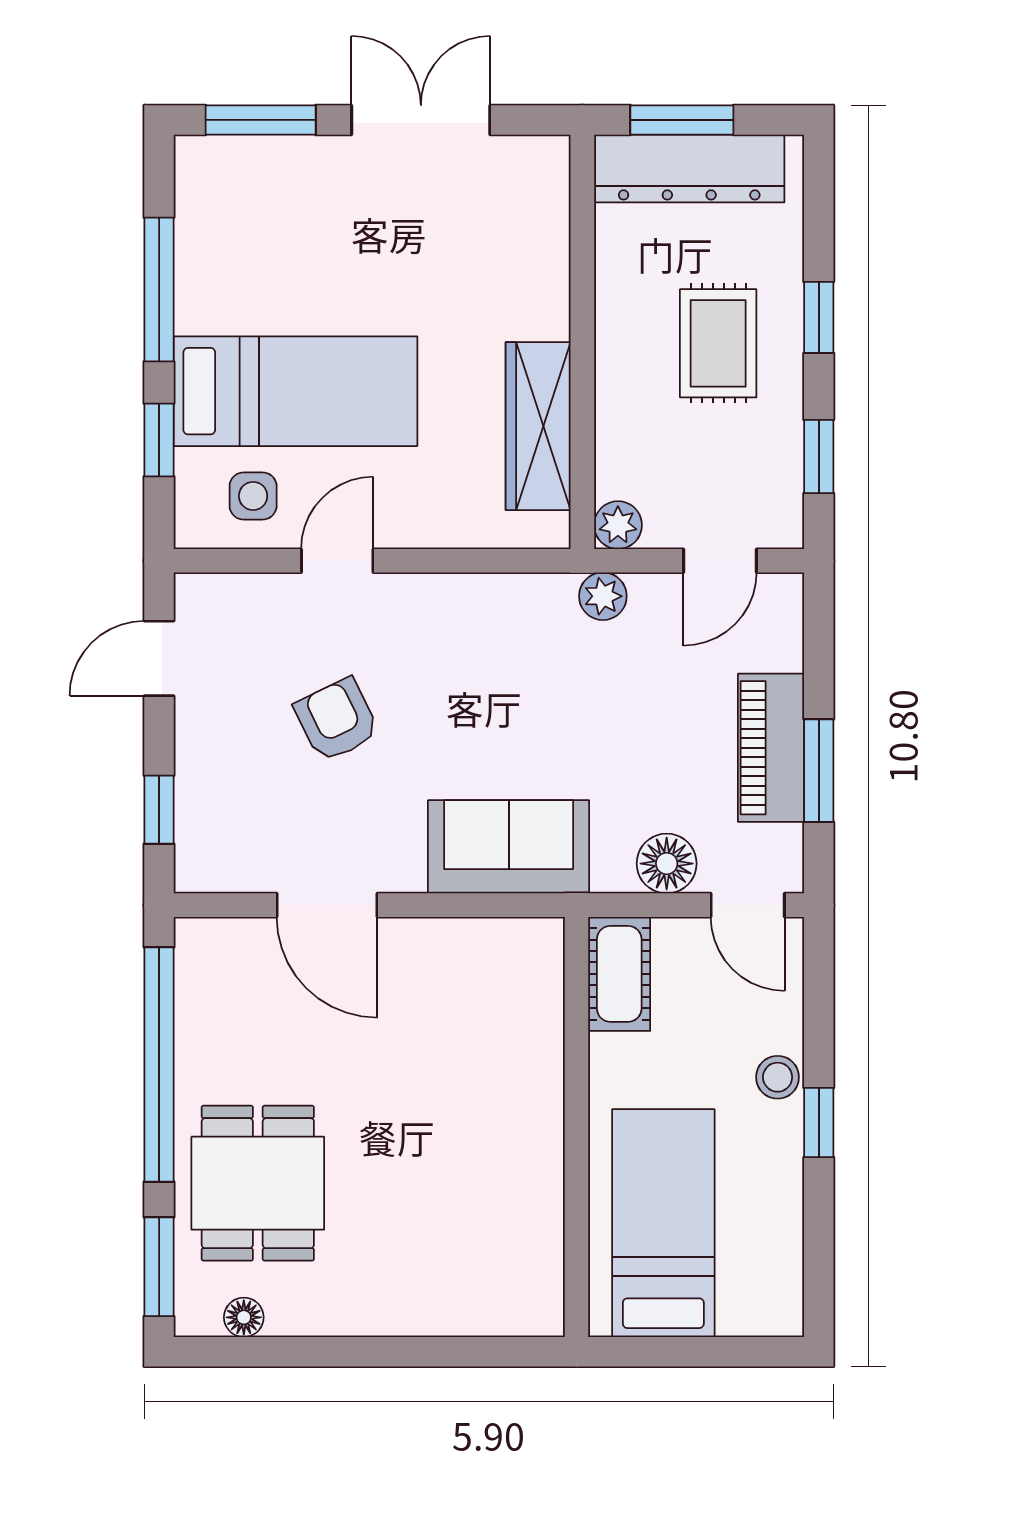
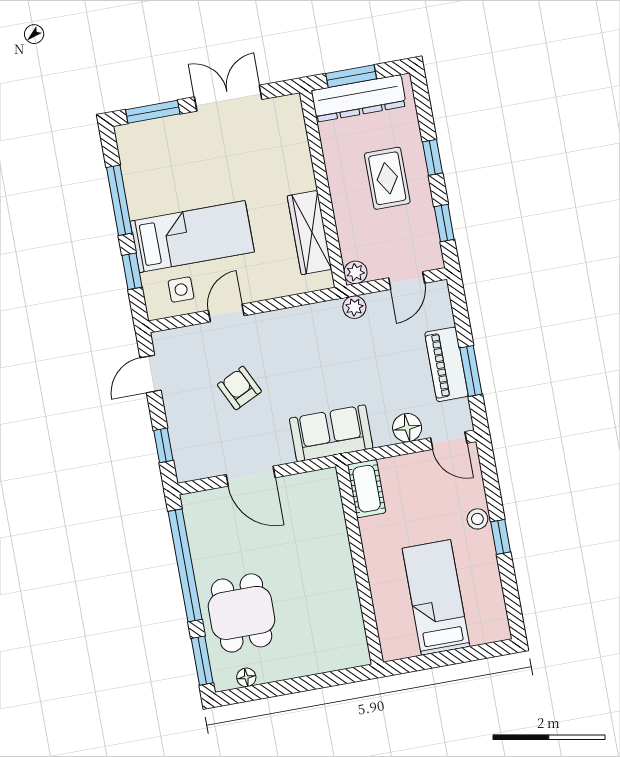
cot: (619, 974) -> (367, 489), moved
wall: (576, 1127) -> (359, 564), moved

